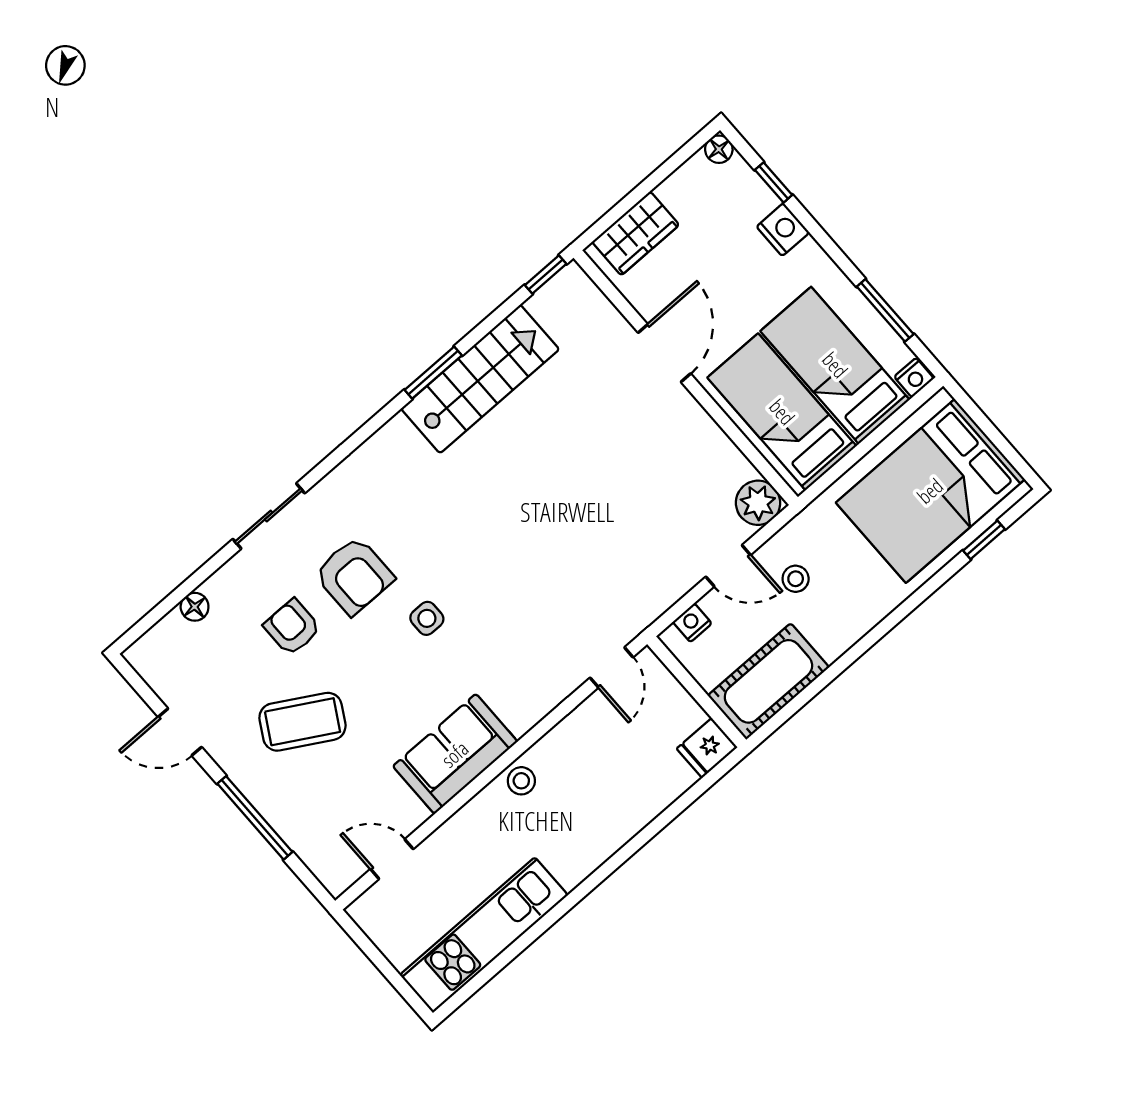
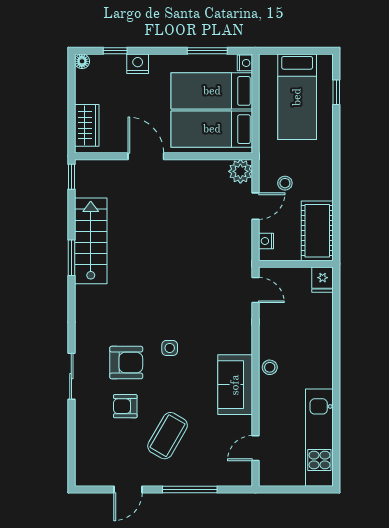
bed: (930, 491) -> (297, 97), width x0.67
floor lamp: (195, 607) -> (82, 439), removed

